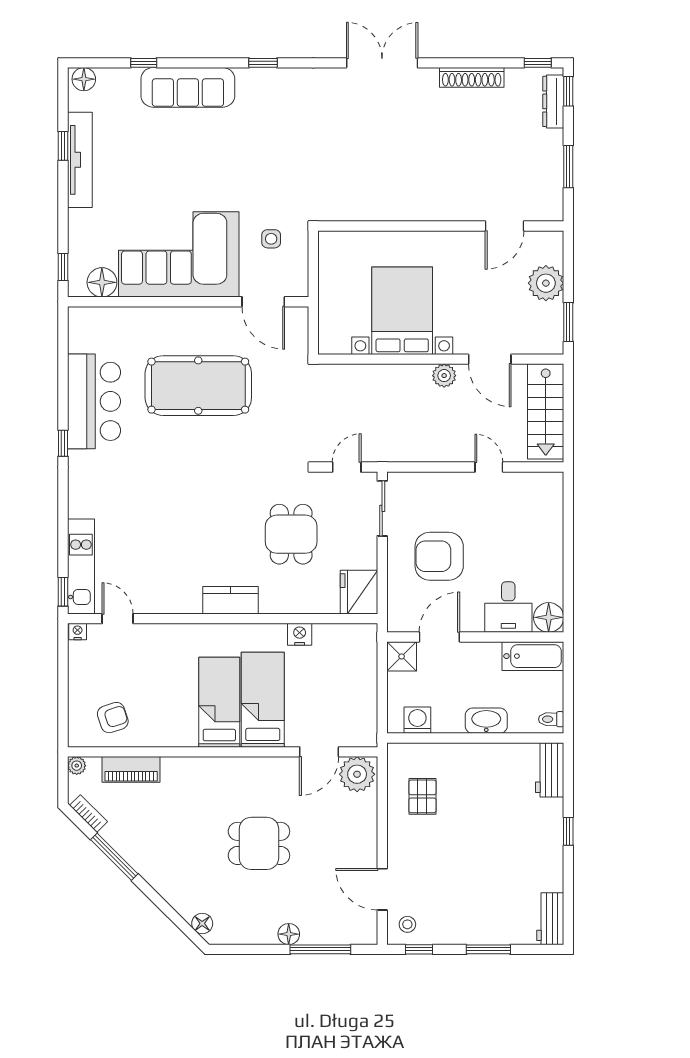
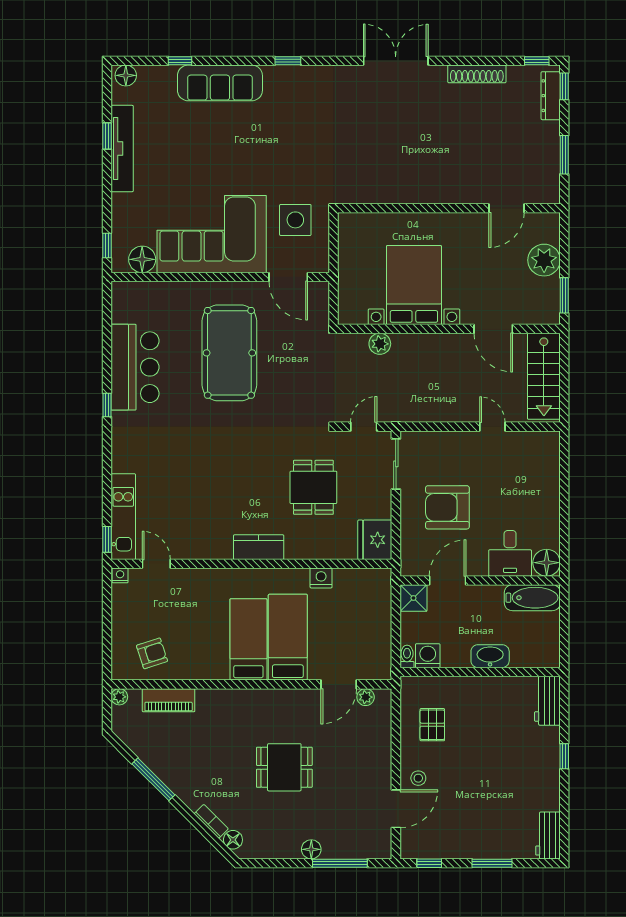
side table: (271, 239) -> (295, 220), width x1.87, depth x1.87
plant: (444, 376) -> (380, 344), moved
pool table: (198, 386) -> (229, 353), turned 90
toilet: (551, 719) -> (407, 656), moved, turned 90
plant: (357, 774) -> (366, 697), width x0.53, depth x0.53
bookcase: (89, 814) -> (211, 821), moved
door: (382, 889) -> (396, 809), swing flipped
stool: (407, 924) -> (418, 778), moved

